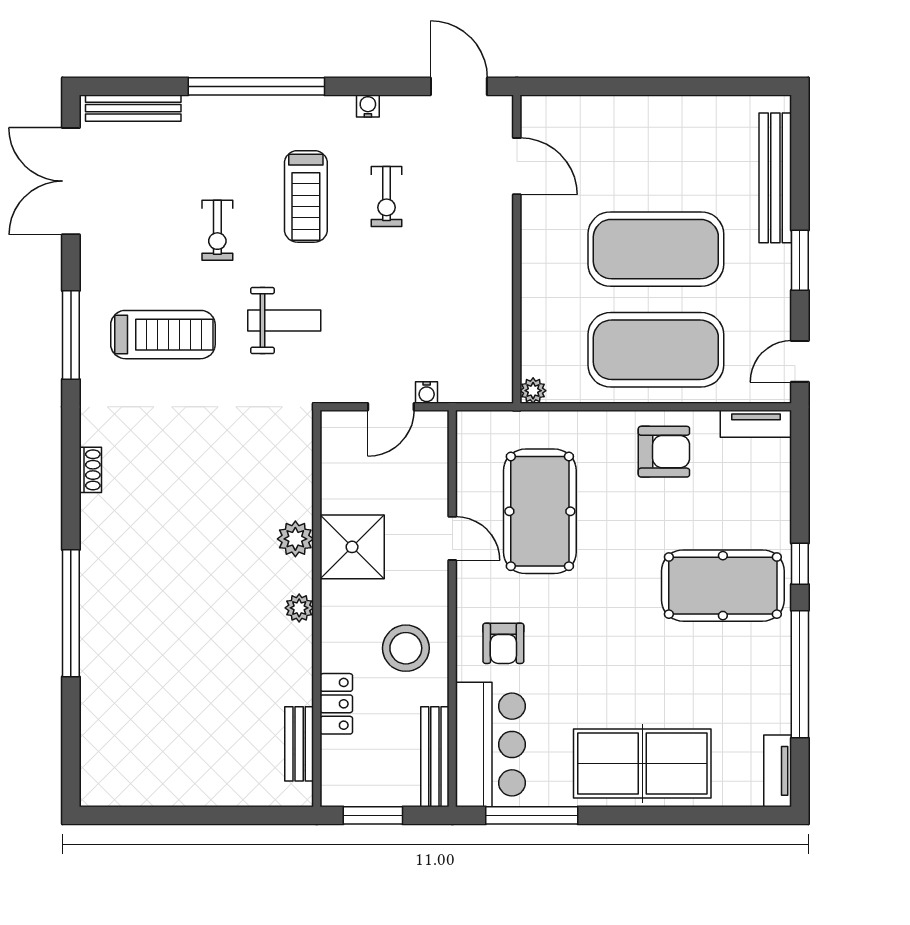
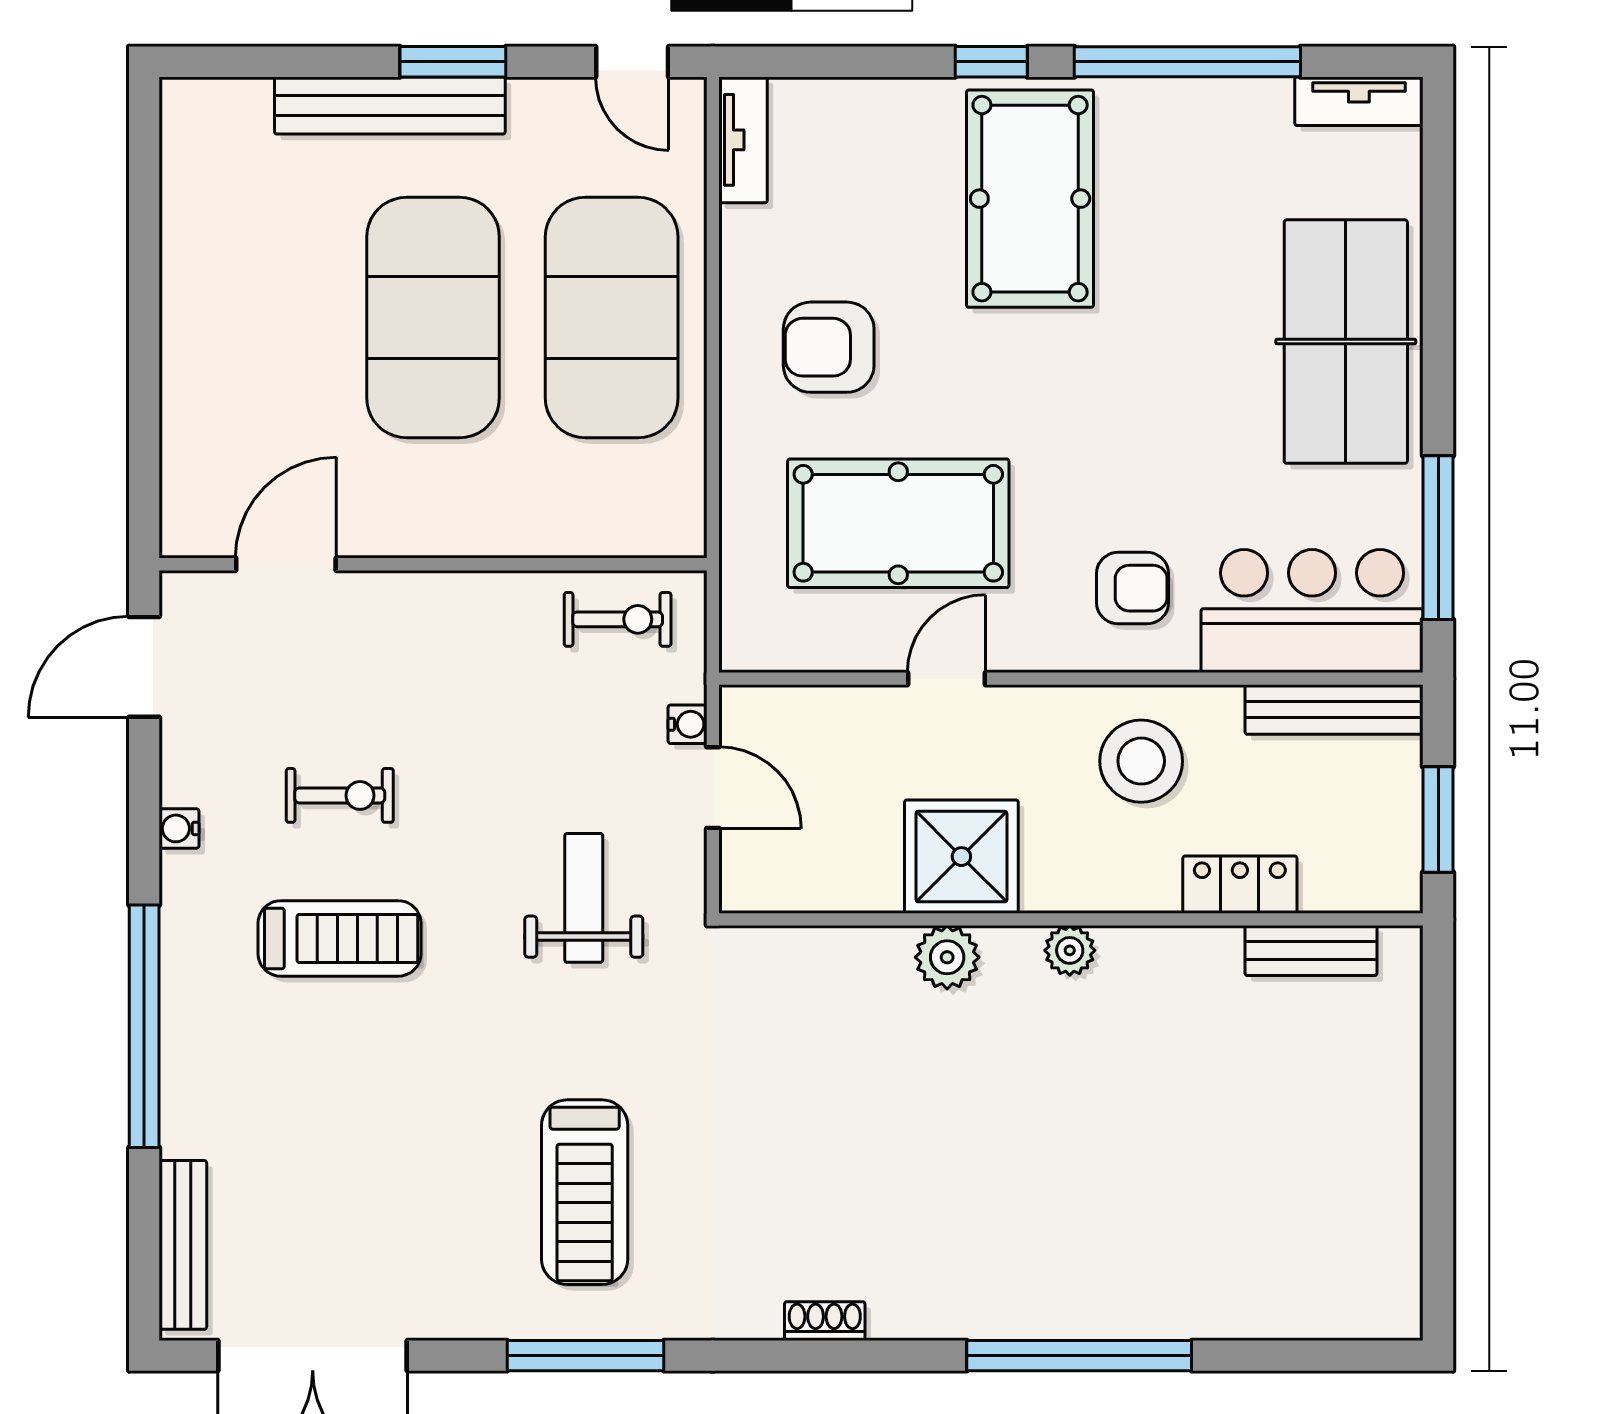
bench: (775, 178) -> (390, 105), moved
exercise bike: (217, 230) -> (618, 619), moved
weight bench: (284, 321) -> (584, 898), moved
treadmill: (163, 335) -> (585, 1192), turned 180
plant: (533, 391) -> (684, 535), removed
armchair: (664, 452) -> (829, 347), moved, turned -90

